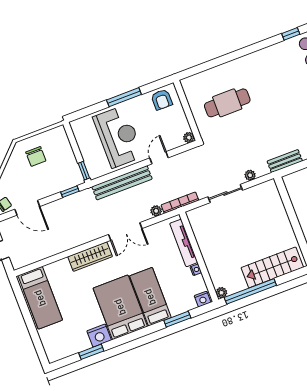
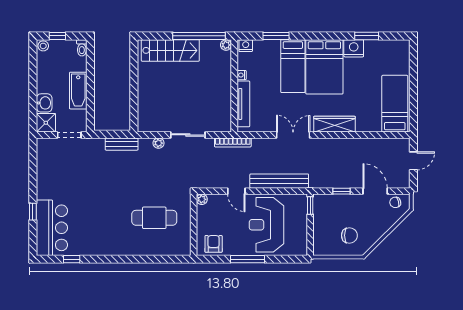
chair: (36, 156) -> (349, 235), turned 90
door: (159, 158) -> (236, 191), hinge flipped
window: (70, 192) -> (342, 191), moved
plant: (156, 211) -> (258, 143), removed

